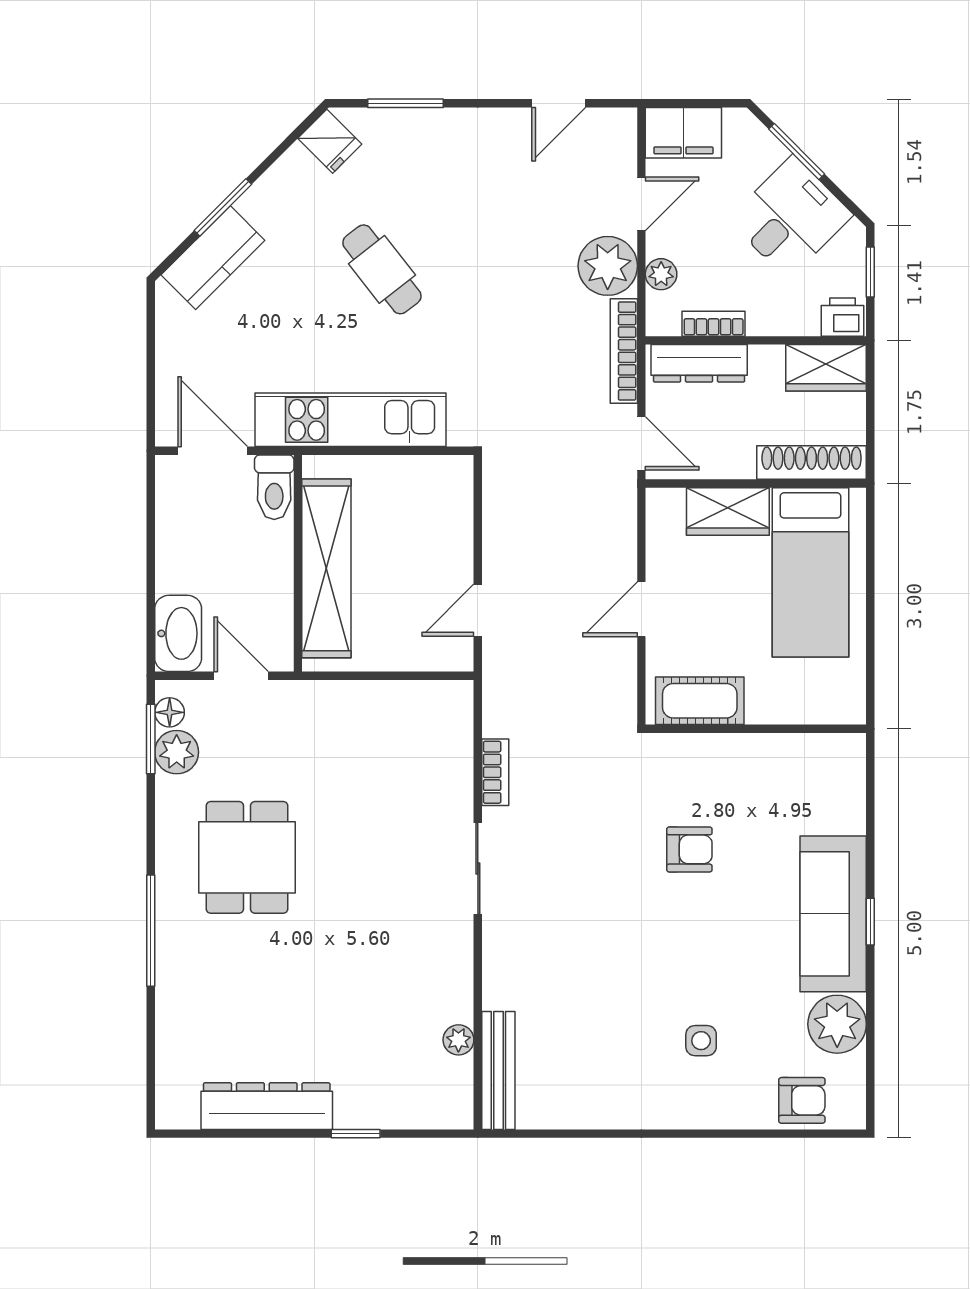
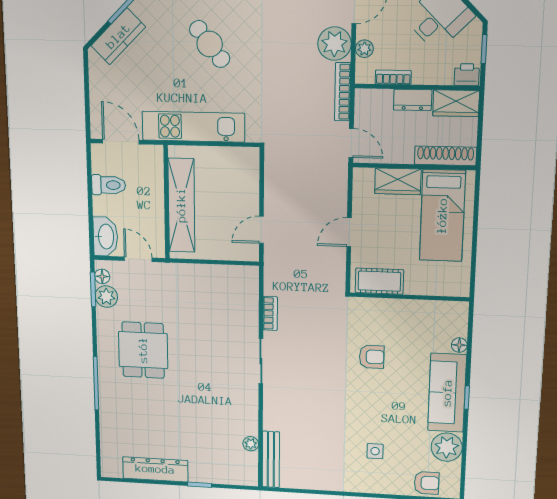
dresser: (699, 363) -> (413, 100), moved, width x0.70
toilet: (274, 487) -> (109, 185), moved, turned -90
floor lamp: (852, 818) -> (459, 345), added

